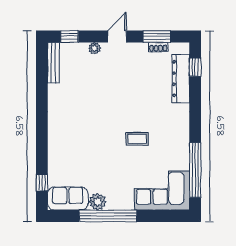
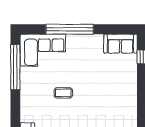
plant: (98, 202) -> (96, 41), removed
window: (108, 216) -> (70, 29), moved

